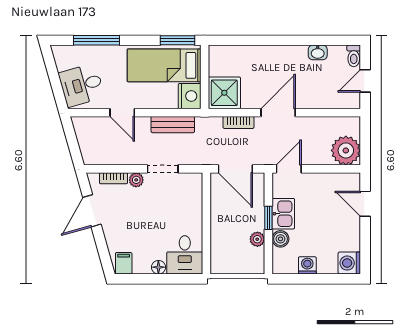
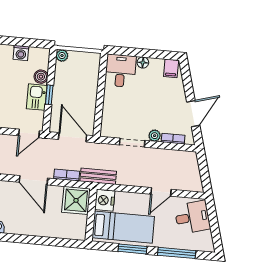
window: (177, 40) -> (133, 249), moved
door: (122, 113) -> (161, 192), swing flipped
door: (278, 113) -> (33, 180), hinge flipped
bench: (173, 125) -> (98, 176), moved
plant: (257, 239) -> (62, 56), moved

